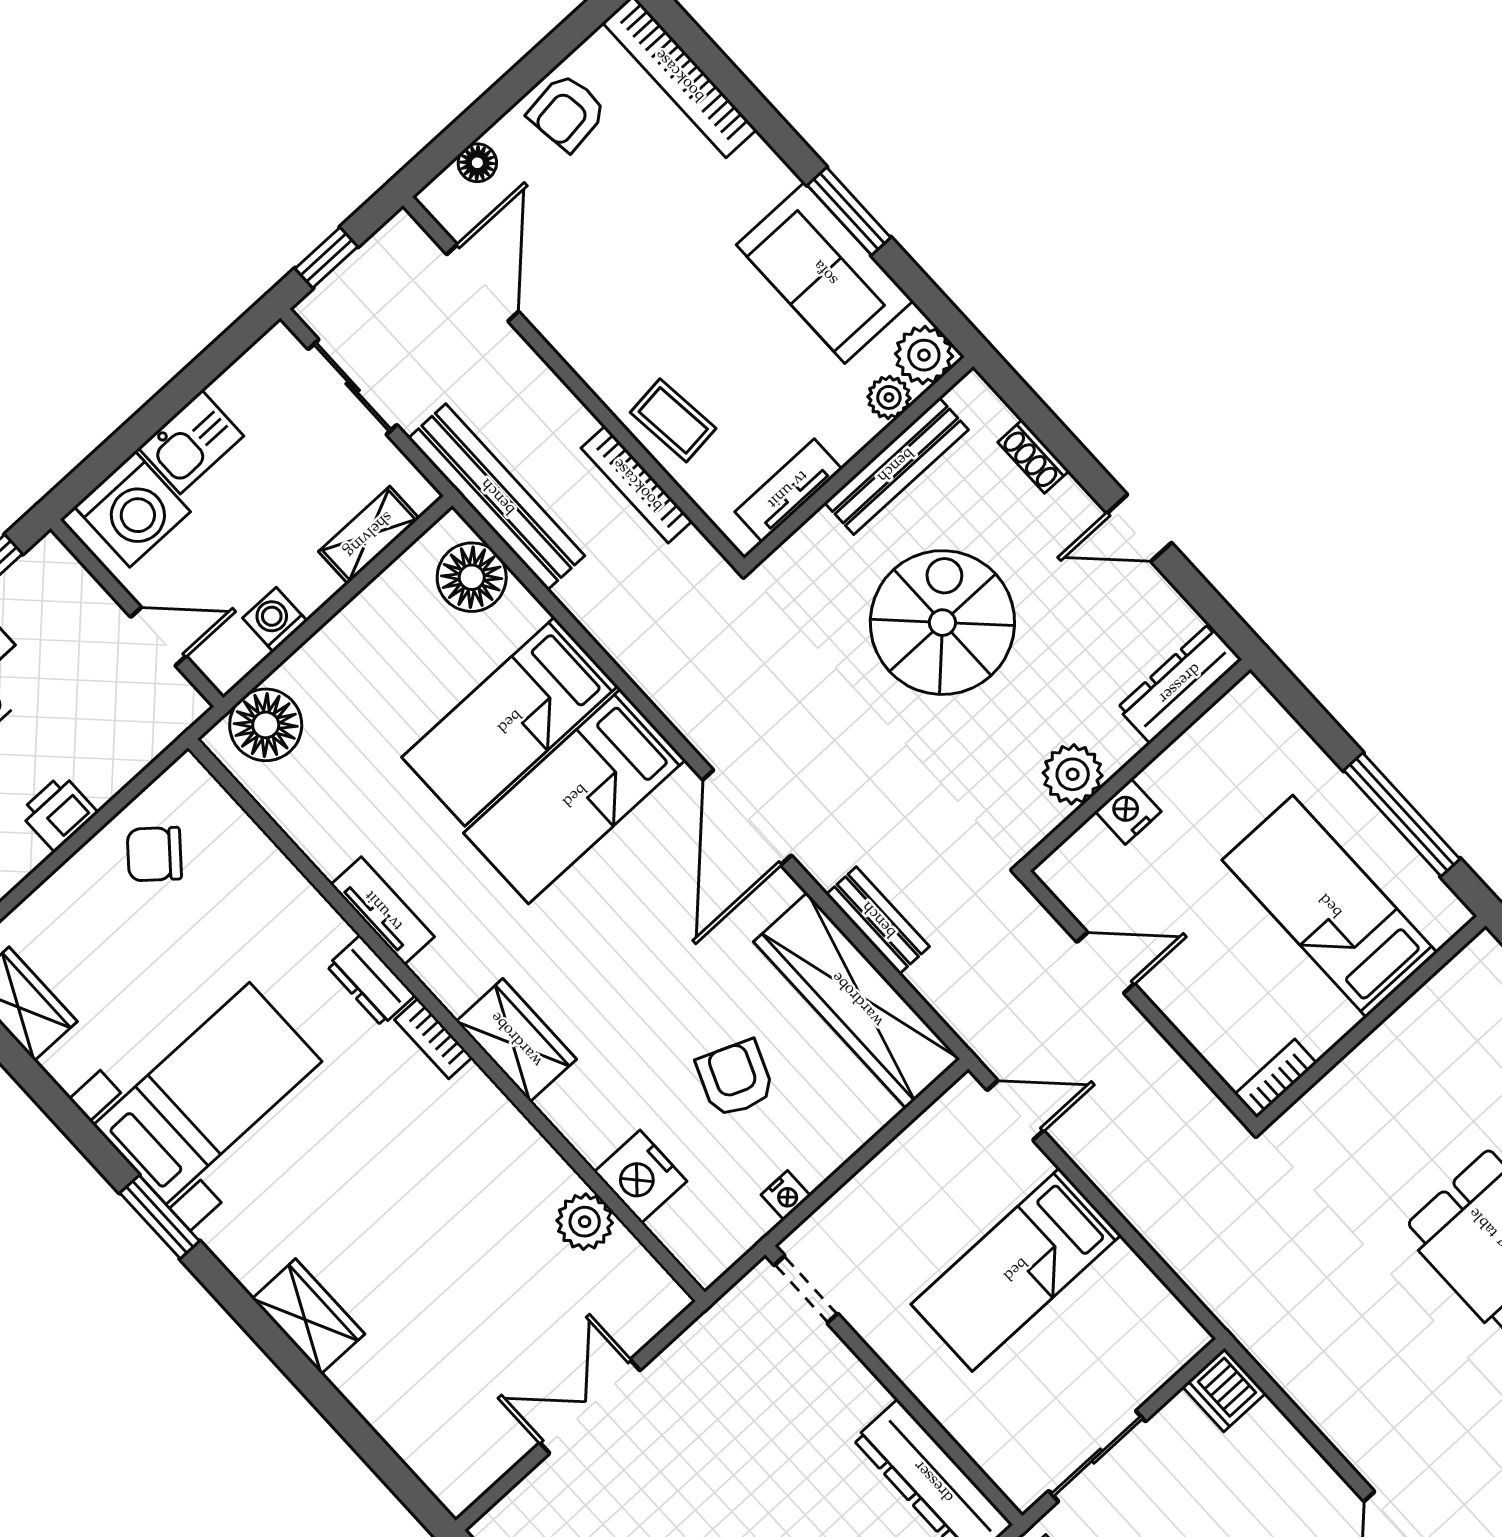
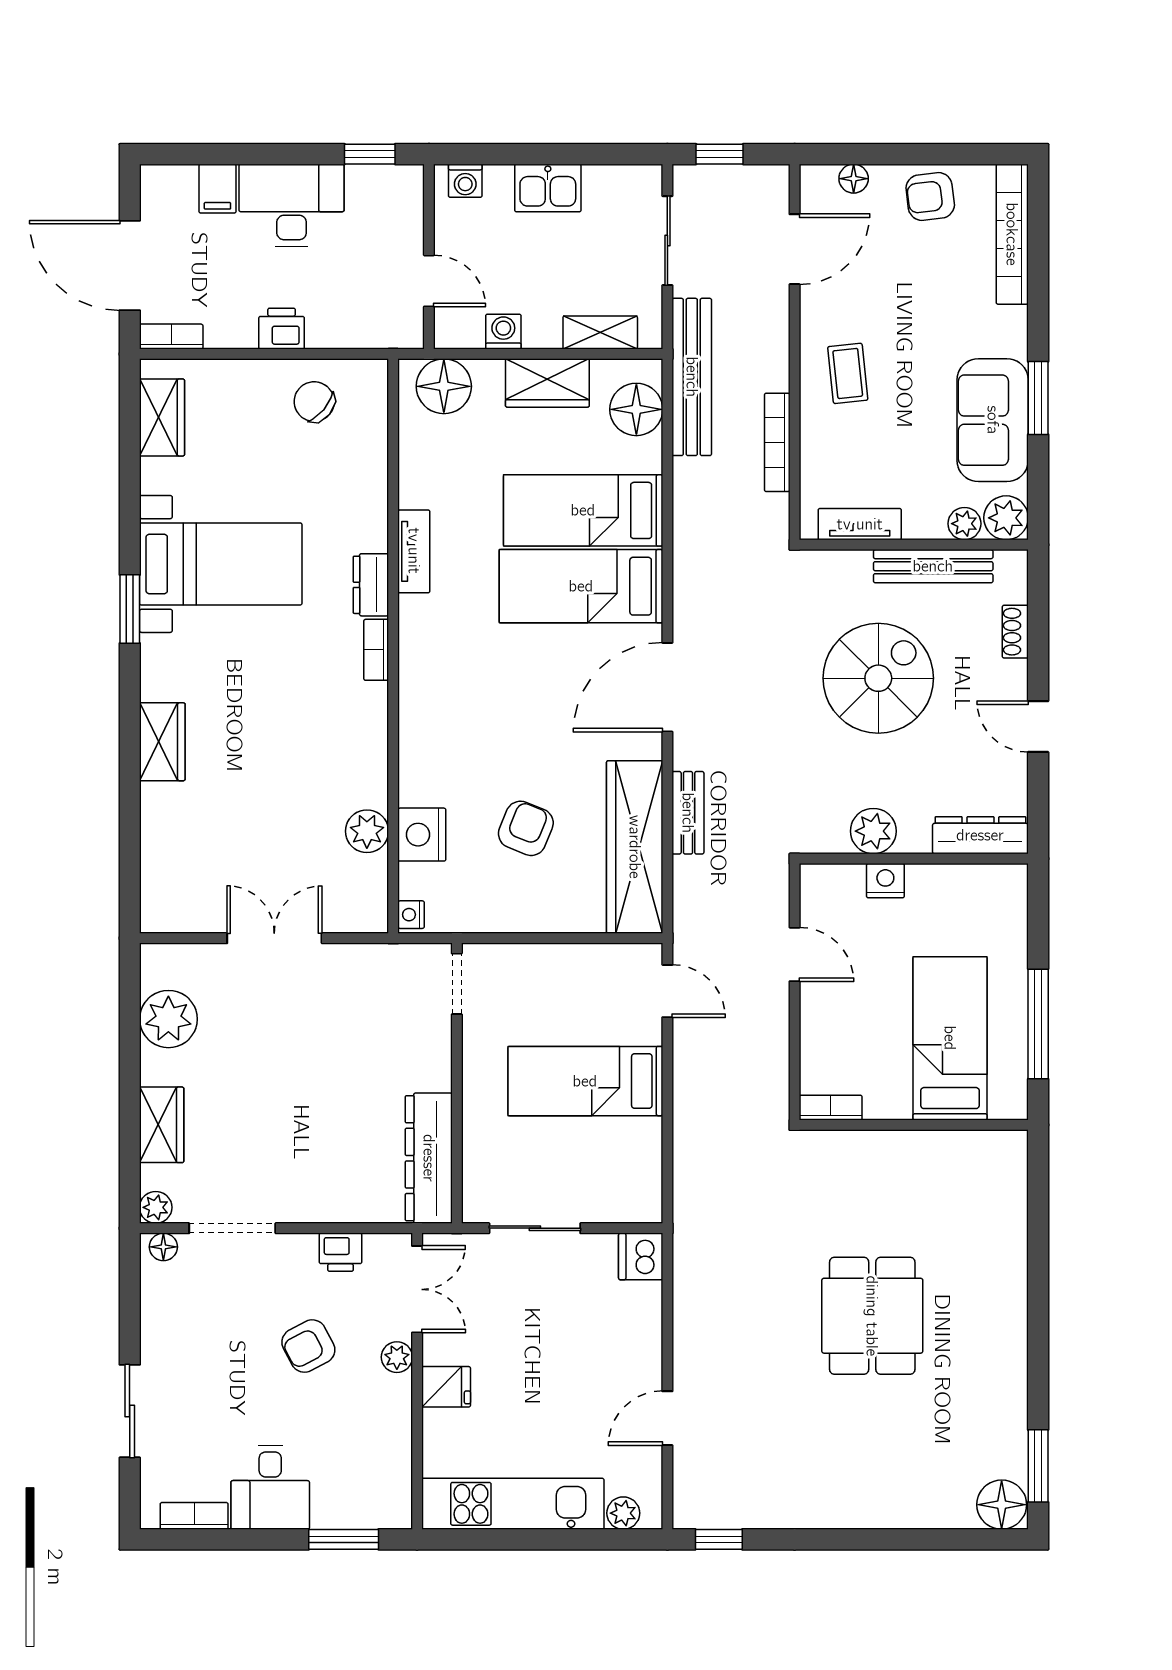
coffee table: (673, 420) -> (848, 373), moved
washing machine: (132, 509) -> (465, 181), width x0.53, depth x0.53
wardrobe: (516, 1040) -> (547, 383), moved, turned 90
nightstand: (786, 1195) -> (411, 915), moved, turned 90

